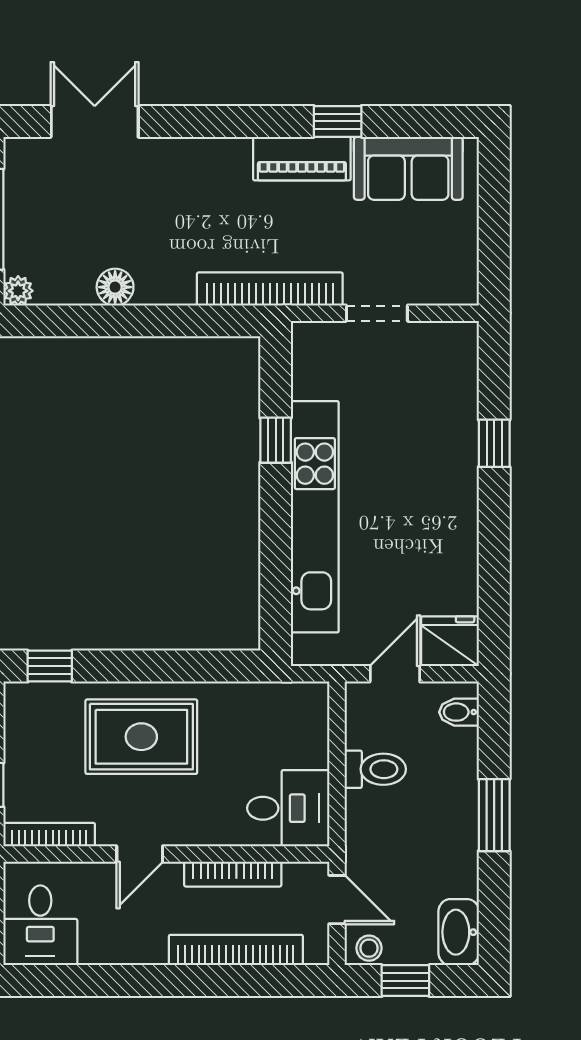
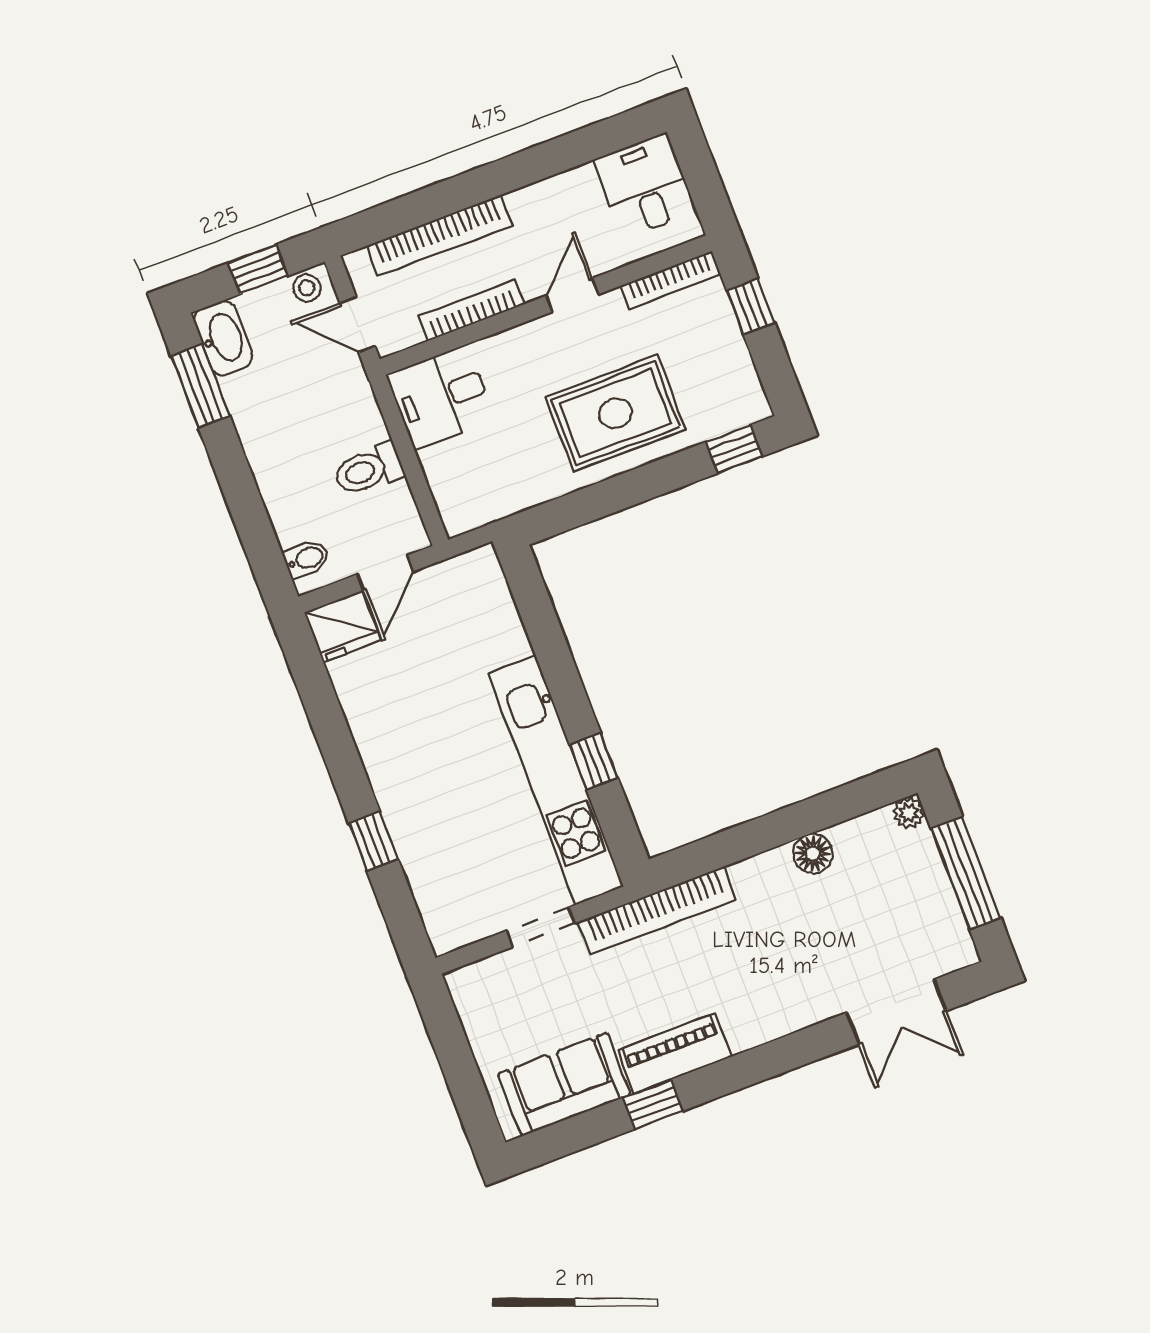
kitchen unit: (315, 517) -> (556, 780), moved
window: (494, 815) -> (200, 386), moved

